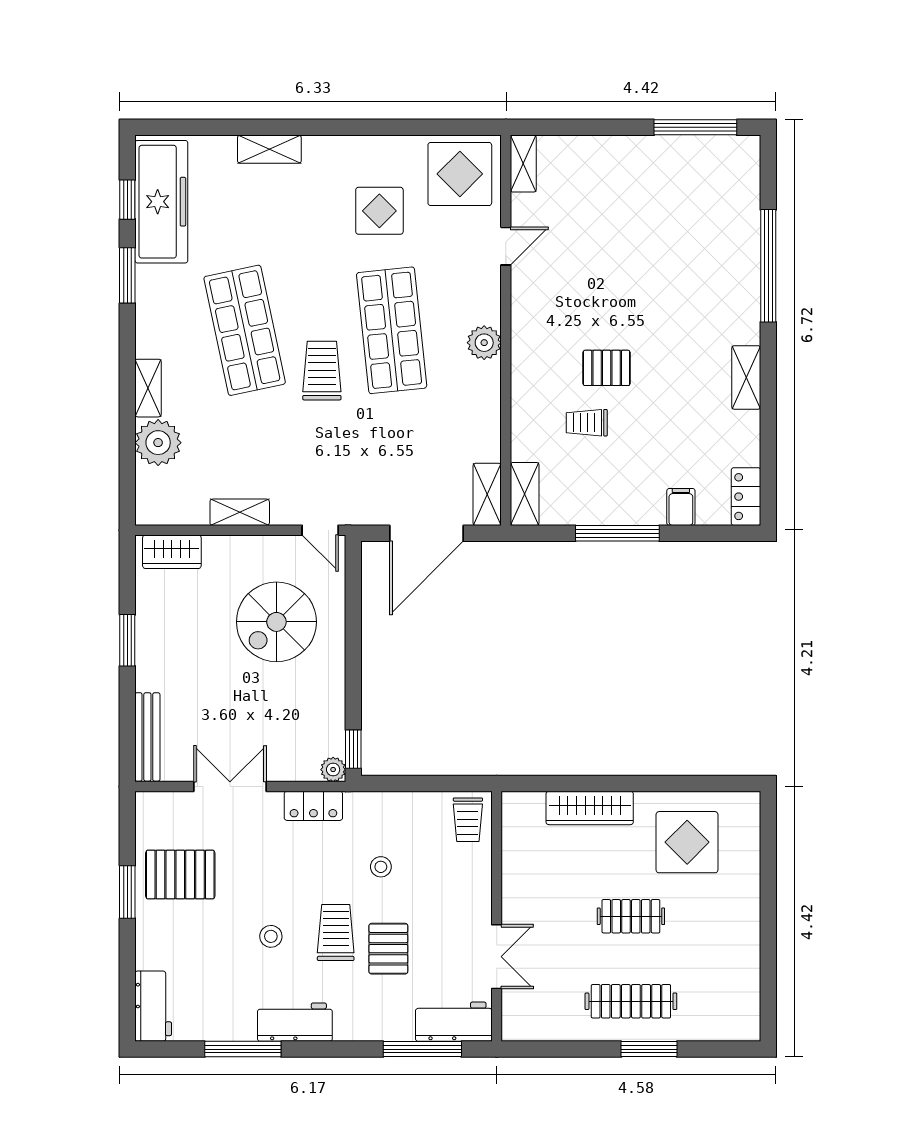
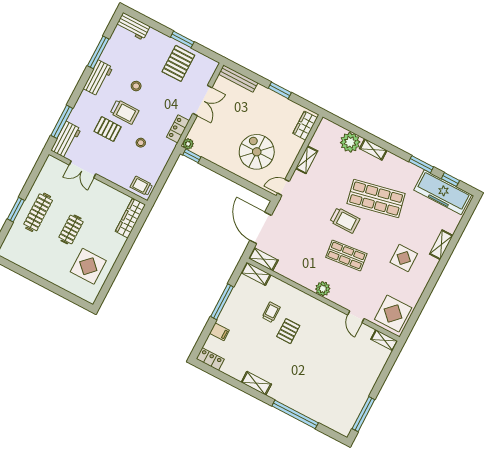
display table: (379, 211) -> (404, 258), moved
shop shelf: (392, 330) -> (346, 255), width x0.70, depth x0.74
wardrobe: (590, 808) -> (130, 218), moved

